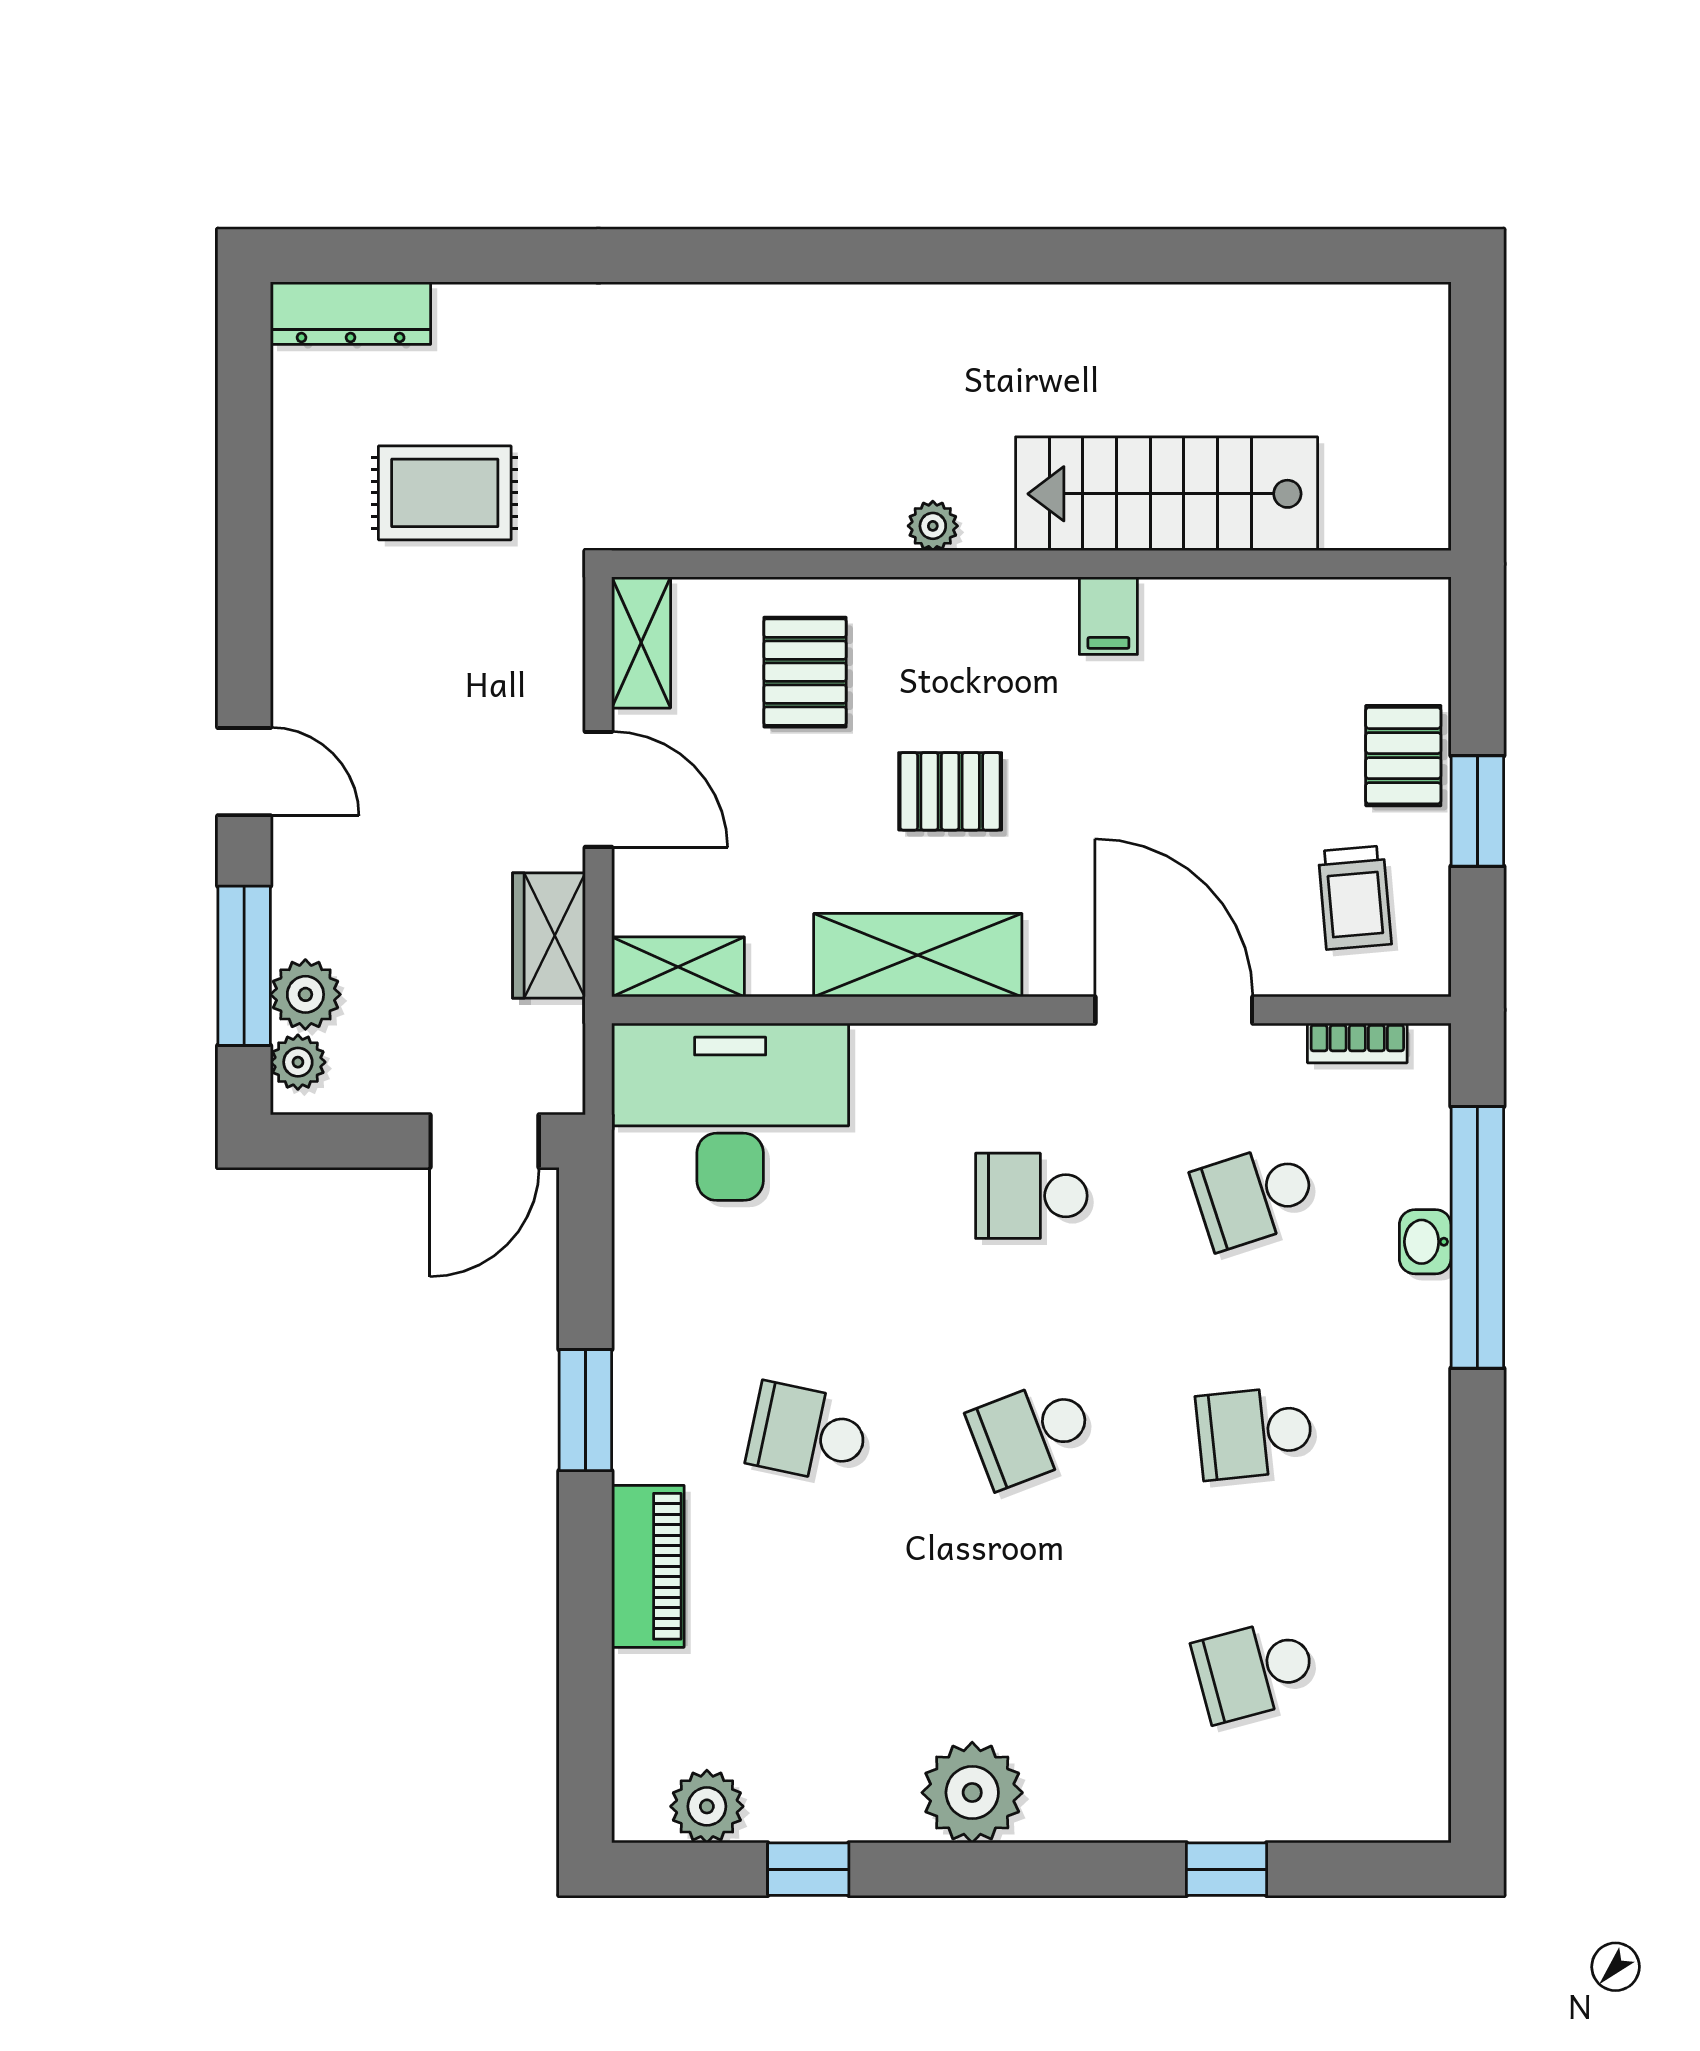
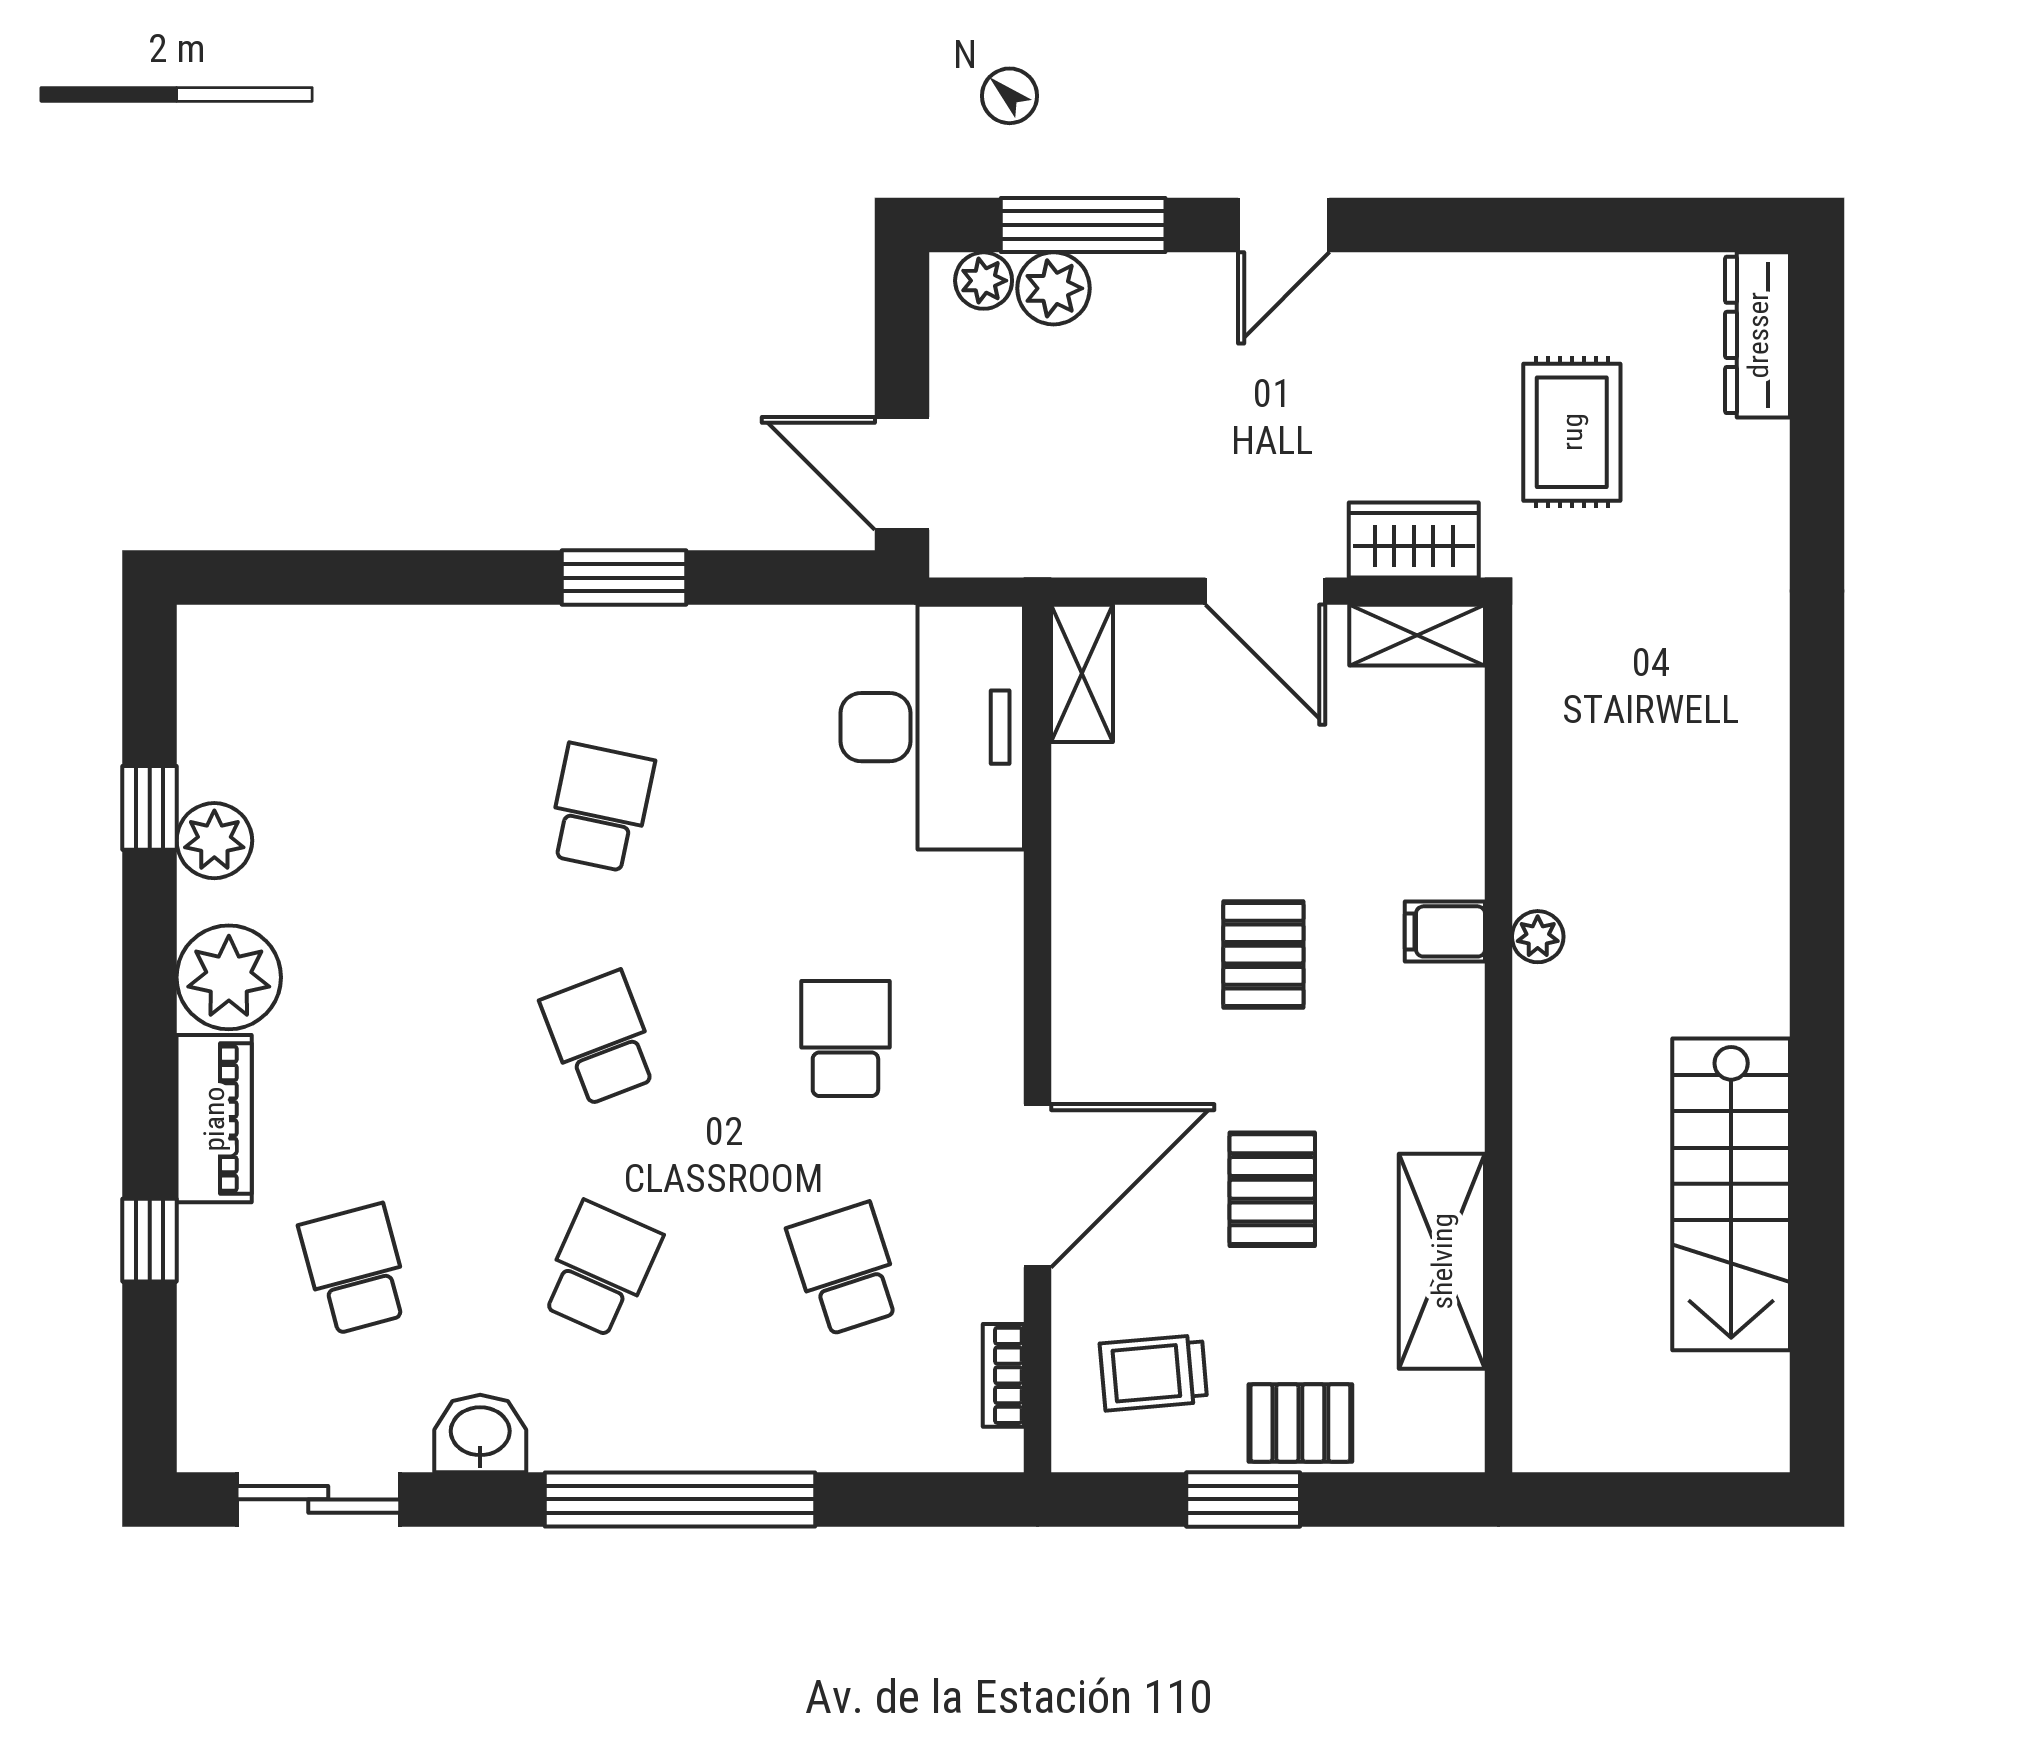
stairs: (1167, 494) -> (1731, 1194), moved, turned 180
filing cabinet: (1108, 616) -> (1445, 931), moved
pallet: (805, 672) -> (1272, 1189), moved, turned 90
door: (598, 789) -> (1265, 591), hinge flipped
wardrobe: (549, 936) -> (1414, 540), moved
shelving: (918, 955) -> (1442, 1261), moved
window: (1477, 1237) -> (680, 1499), moved
washbasin: (1425, 1242) -> (480, 1434), moved, width x1.38, depth x1.45
school desk: (1255, 1433) -> (600, 1269), turned 30
piano: (648, 1566) -> (214, 1119), moved, turned -90
sliding door: (1477, 1706) -> (318, 1499), added
plant: (707, 1806) -> (214, 841), moved

